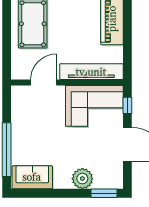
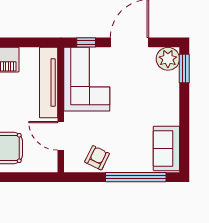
armchair: (24, 115) -> (97, 158), added
plant: (82, 179) -> (168, 59), moved

